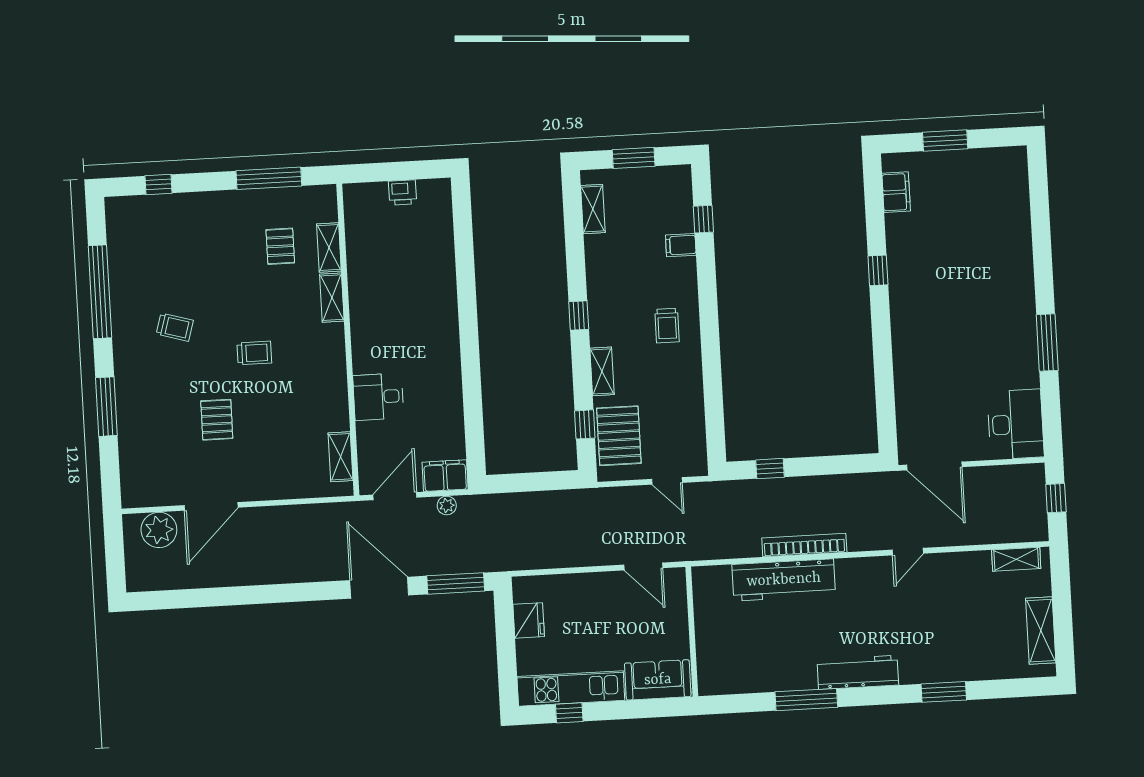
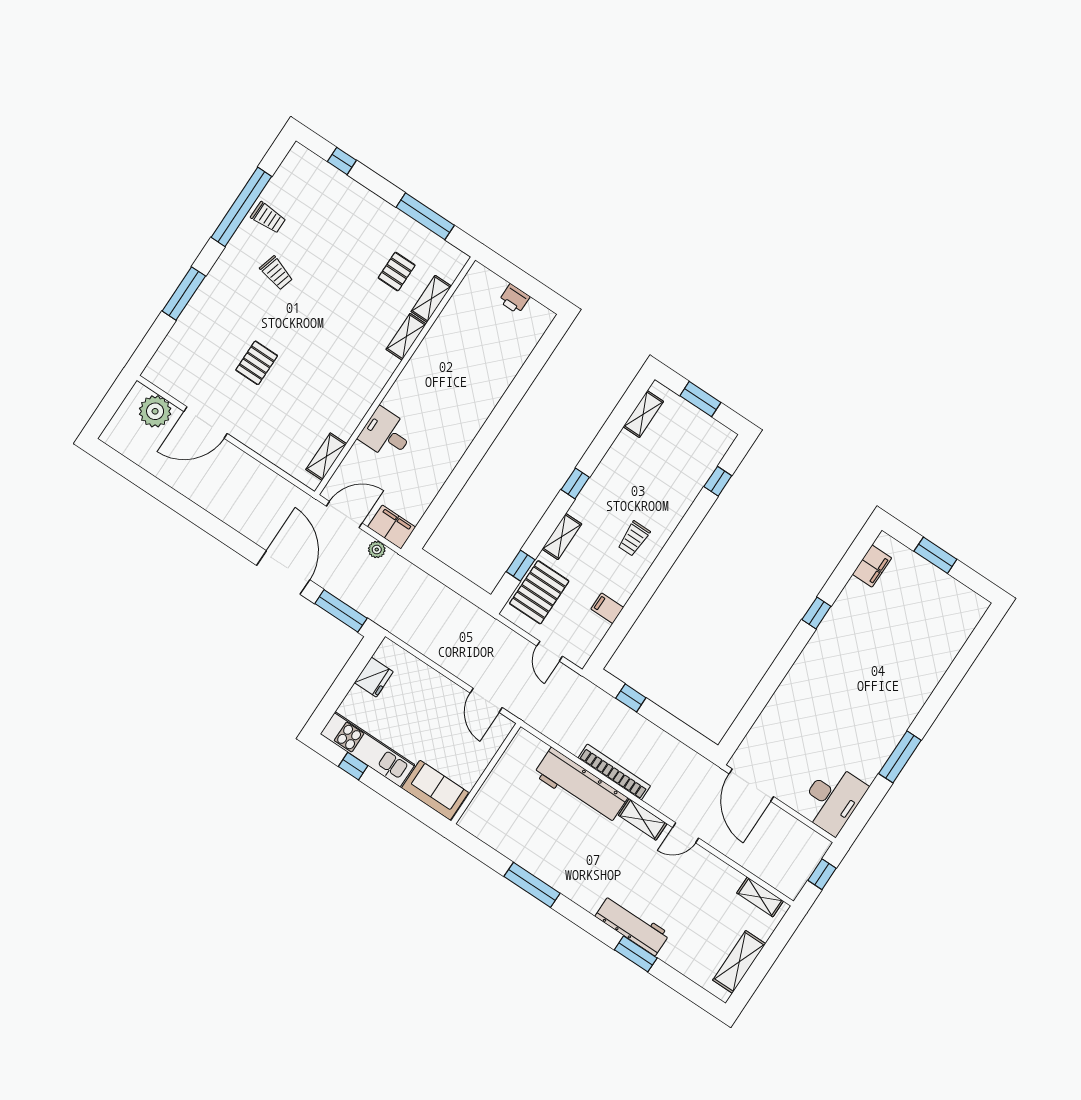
filing cabinet: (681, 245) -> (607, 608), moved
trolley: (254, 353) -> (268, 218), moved
shelving: (861, 568) -> (643, 819), added
workbench: (858, 672) -> (632, 925), moved

